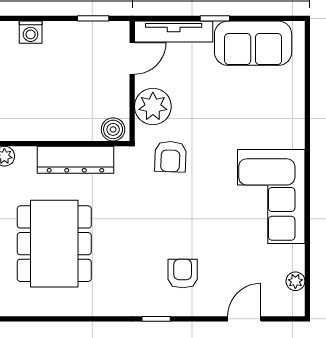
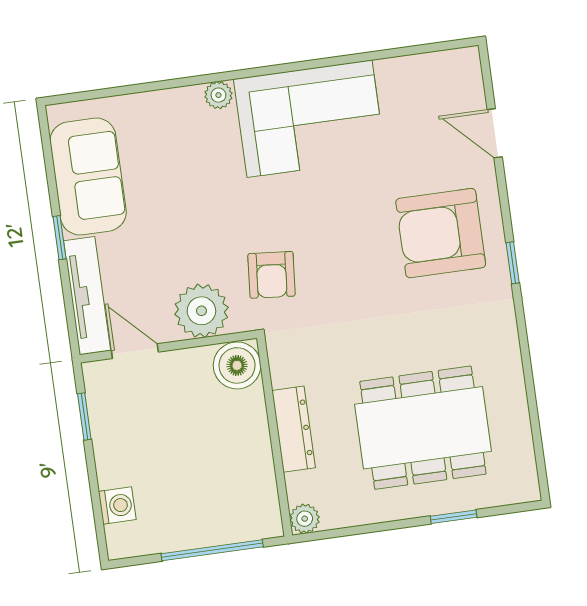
boiler: (113, 129) -> (237, 365), width x1.36, depth x1.36
armchair: (170, 157) -> (271, 275), turned 93
dresser: (75, 160) -> (294, 429), width x0.73, depth x0.80
armchair: (183, 274) -> (441, 233), width x1.88, depth x1.88
plant: (295, 281) -> (218, 95), moved

